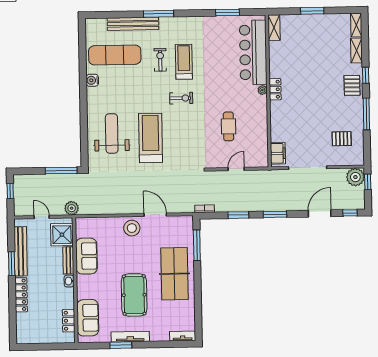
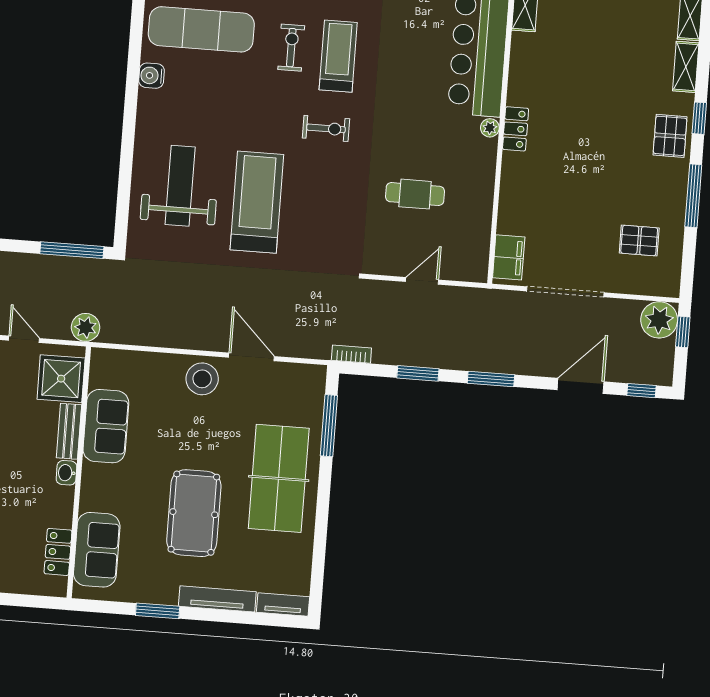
cafe table: (228, 126) -> (415, 194), turned 90
tv unit: (130, 337) -> (217, 599), moved

